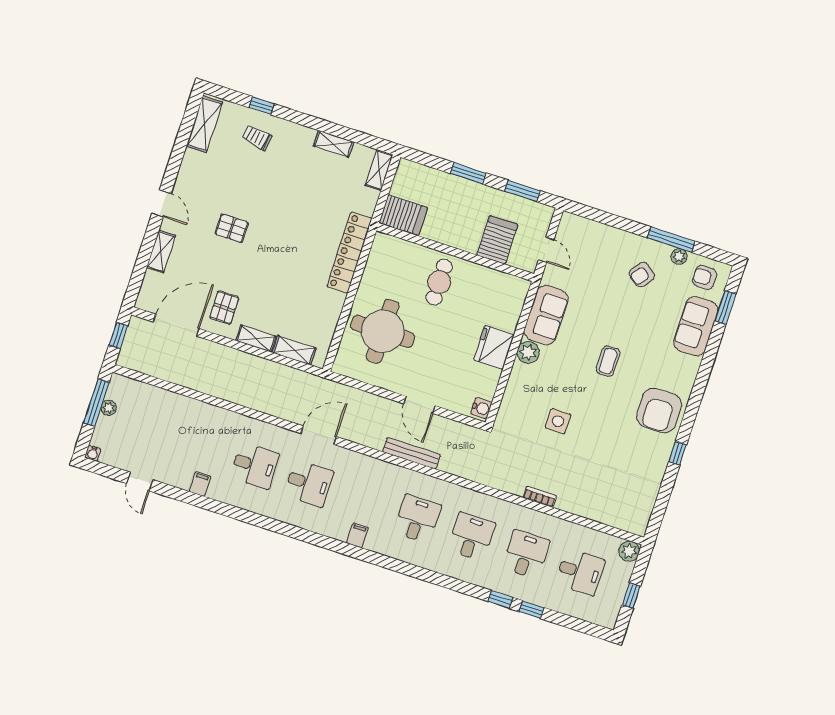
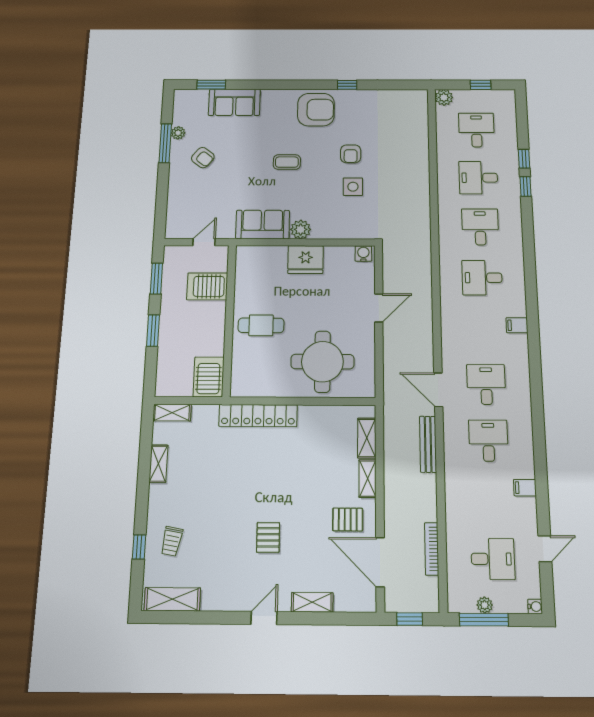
armchair: (705, 277) -> (351, 154), moved
desk: (146, 430) -> (493, 559), added
bench: (411, 453) -> (428, 444), moved
bookcase: (540, 497) -> (432, 549), moved, width x1.56
desk: (472, 537) -> (480, 227), turned 90

